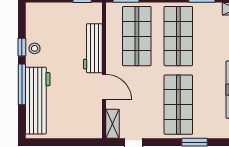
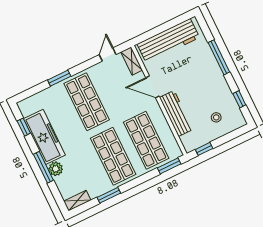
window: (22, 47) -> (239, 99), moved
stool: (35, 48) -> (216, 117), moved
workbench: (38, 101) -> (168, 41), moved, turned -90

